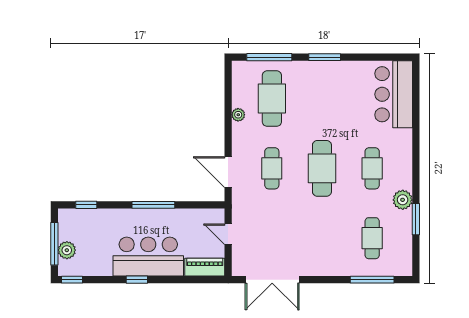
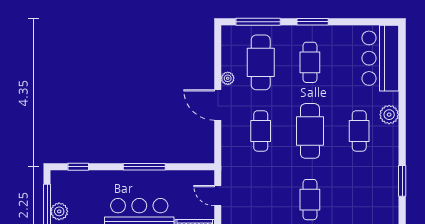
cafe table: (322, 99) -> (310, 62), added
door: (228, 172) -> (218, 105), moved
plant: (403, 200) -> (389, 115), moved
cafe table: (372, 238) -> (310, 200), moved

